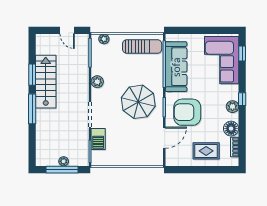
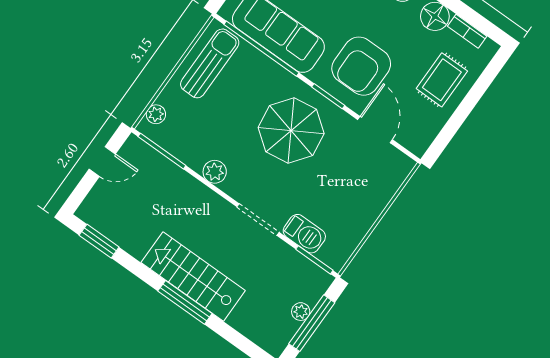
window: (32, 75) -> (99, 241), moved
stairs: (46, 82) -> (193, 277), moved

